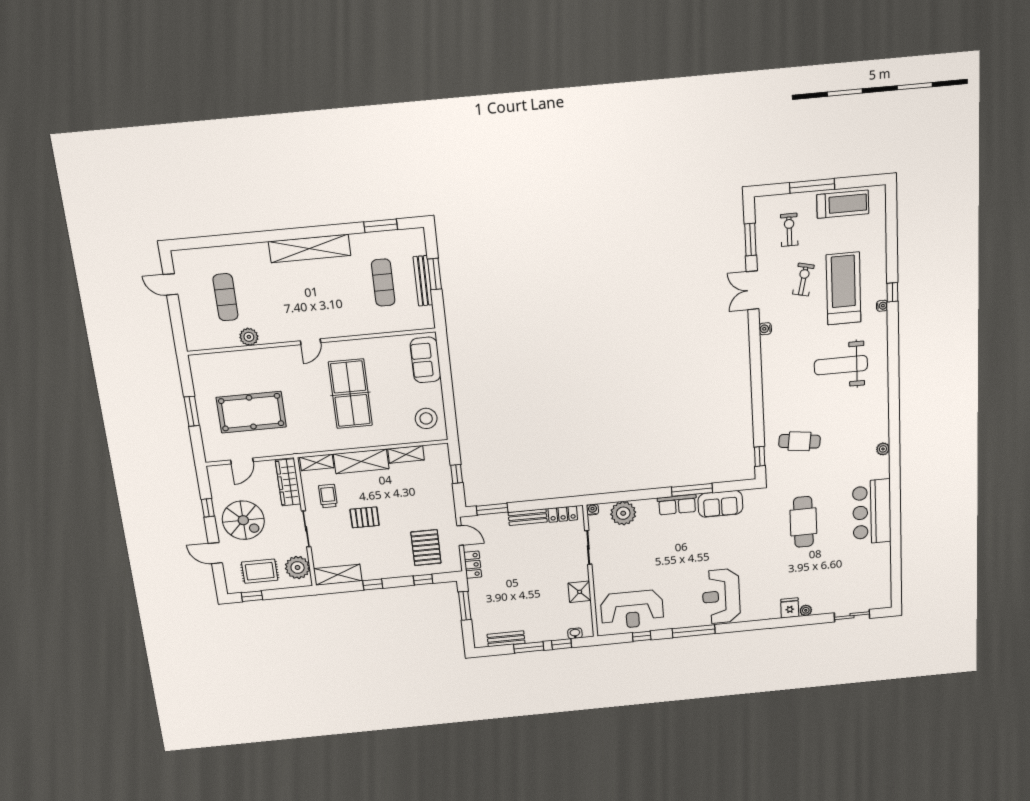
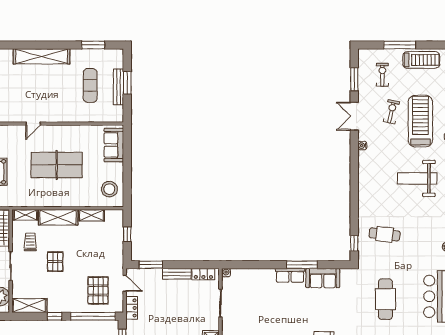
table tennis table: (350, 394) -> (57, 165), turned 90
plant: (623, 513) -> (249, 278), removed
pallet: (365, 517) -> (55, 262), turned 90
window: (423, 580) -> (93, 316), width x3.17

